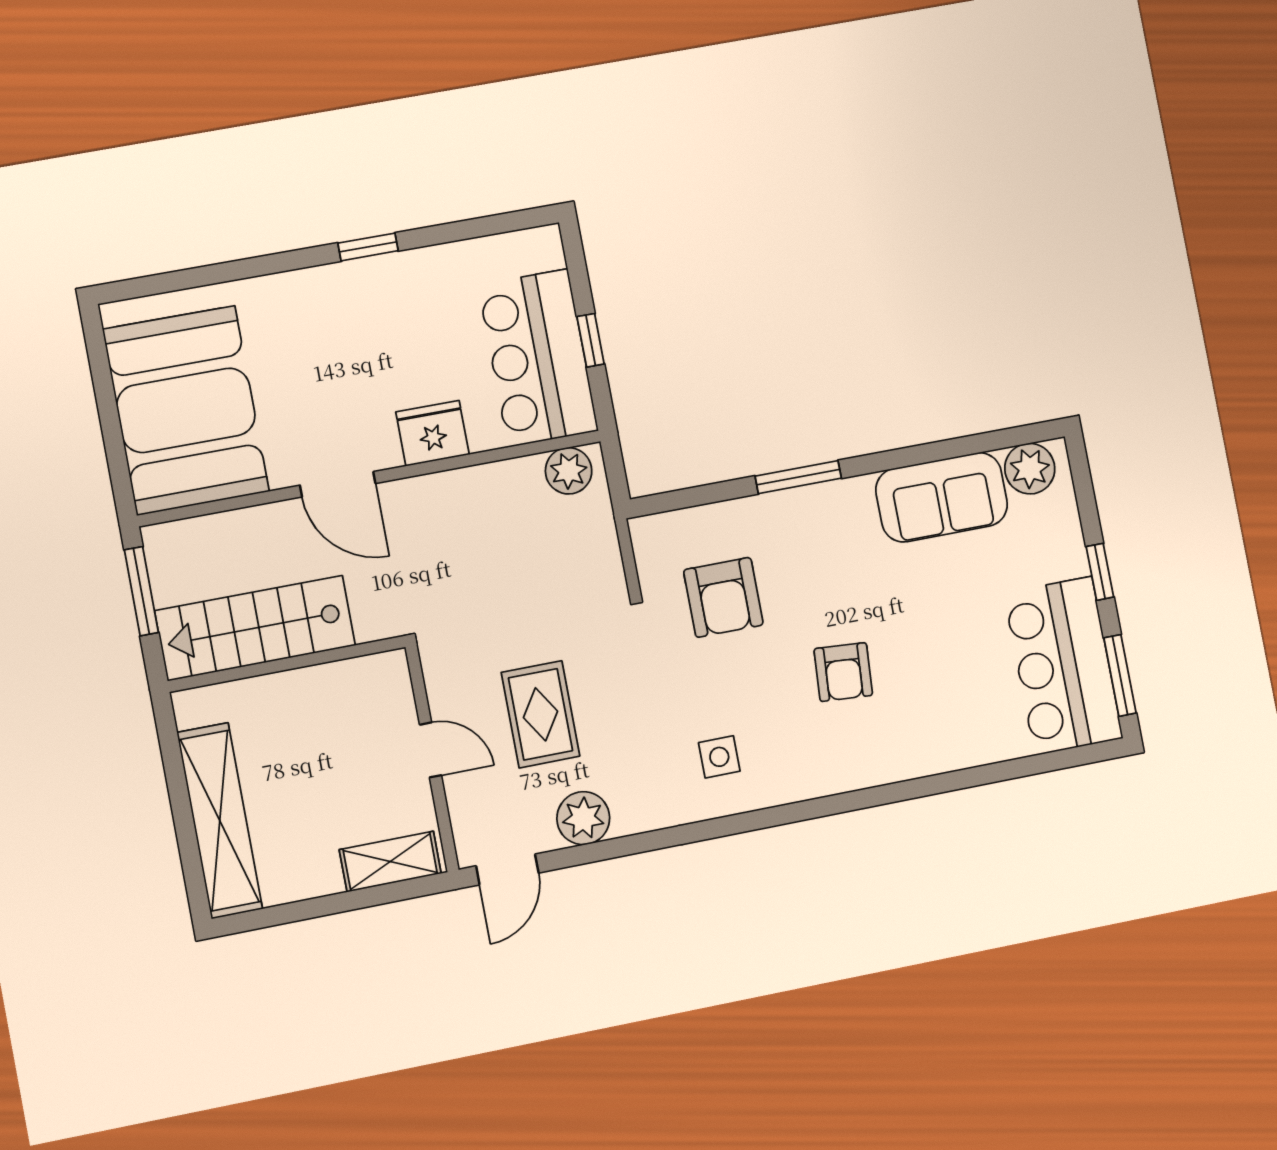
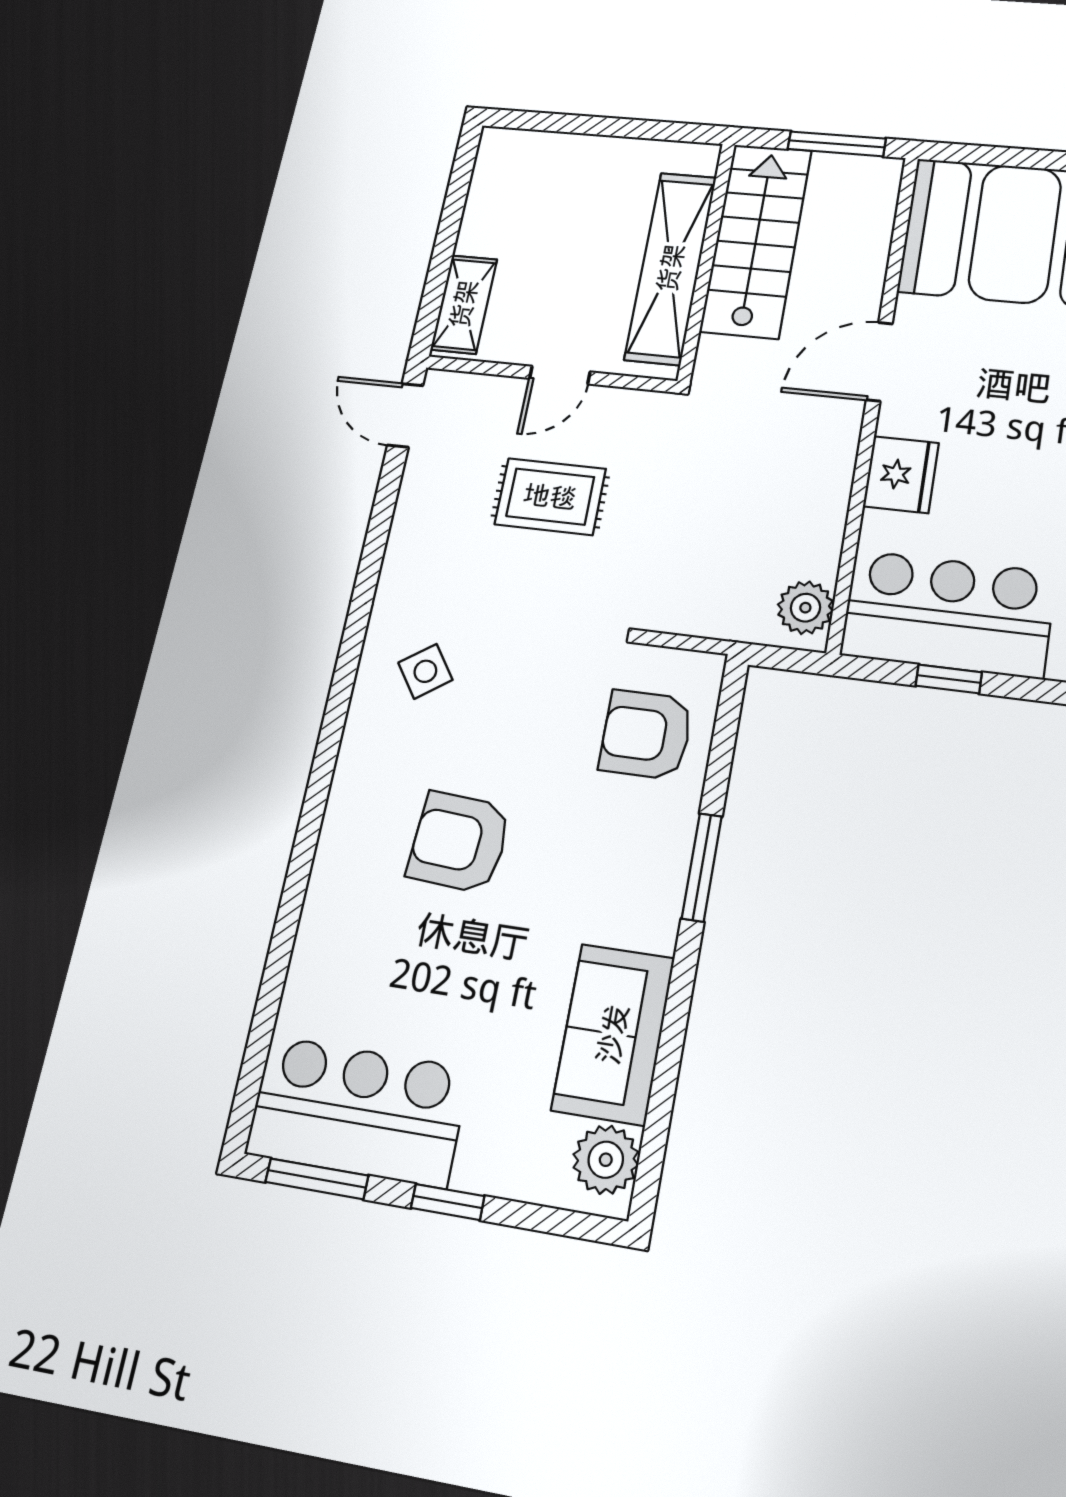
armchair: (723, 597) -> (646, 735), moved
armchair: (843, 672) -> (459, 842), width x1.38, depth x1.38
side table: (719, 757) -> (425, 671), turned -35
plant: (583, 818) -> (423, 507), removed
shelving: (220, 821) -> (671, 268), moved, turned 90

